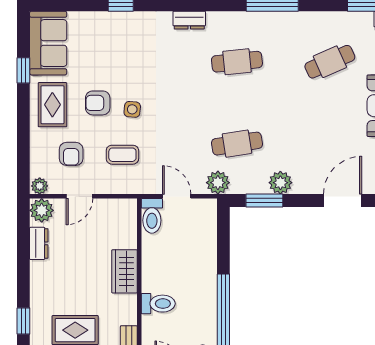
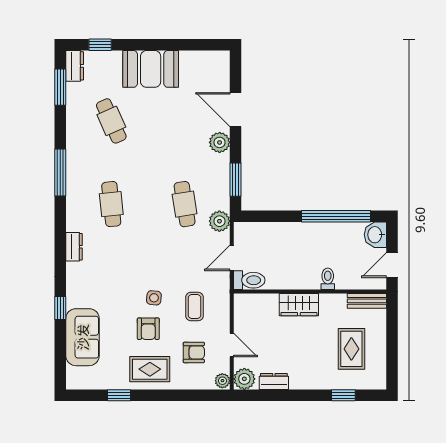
sofa: (48, 43) -> (83, 337), moved, turned 90
plant: (280, 183) -> (220, 142), moved
toilet: (158, 304) -> (328, 279), width x0.73, depth x0.72

